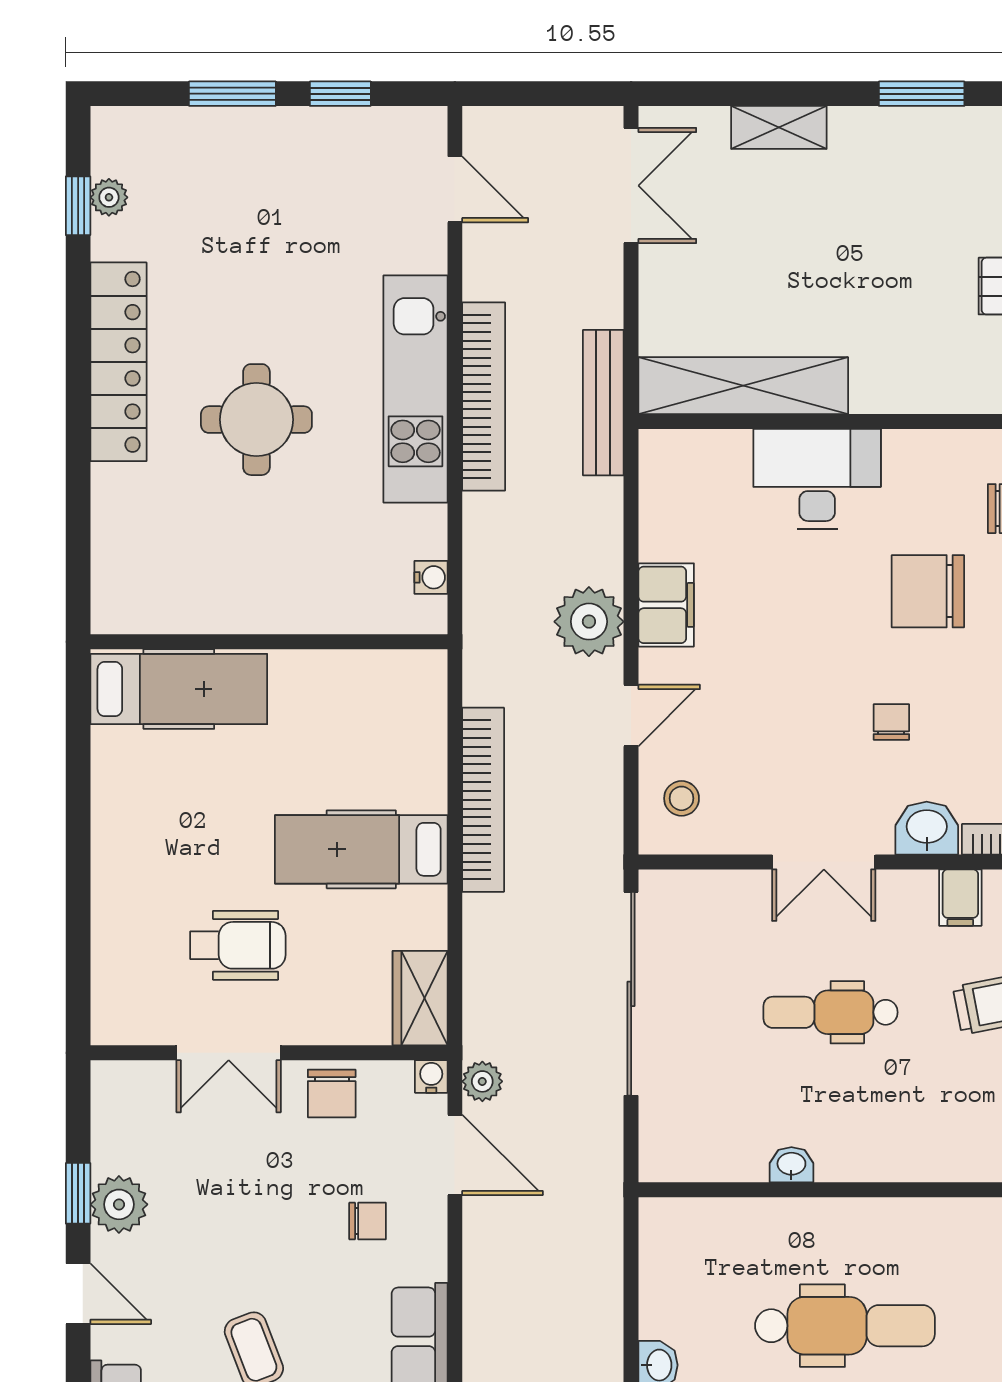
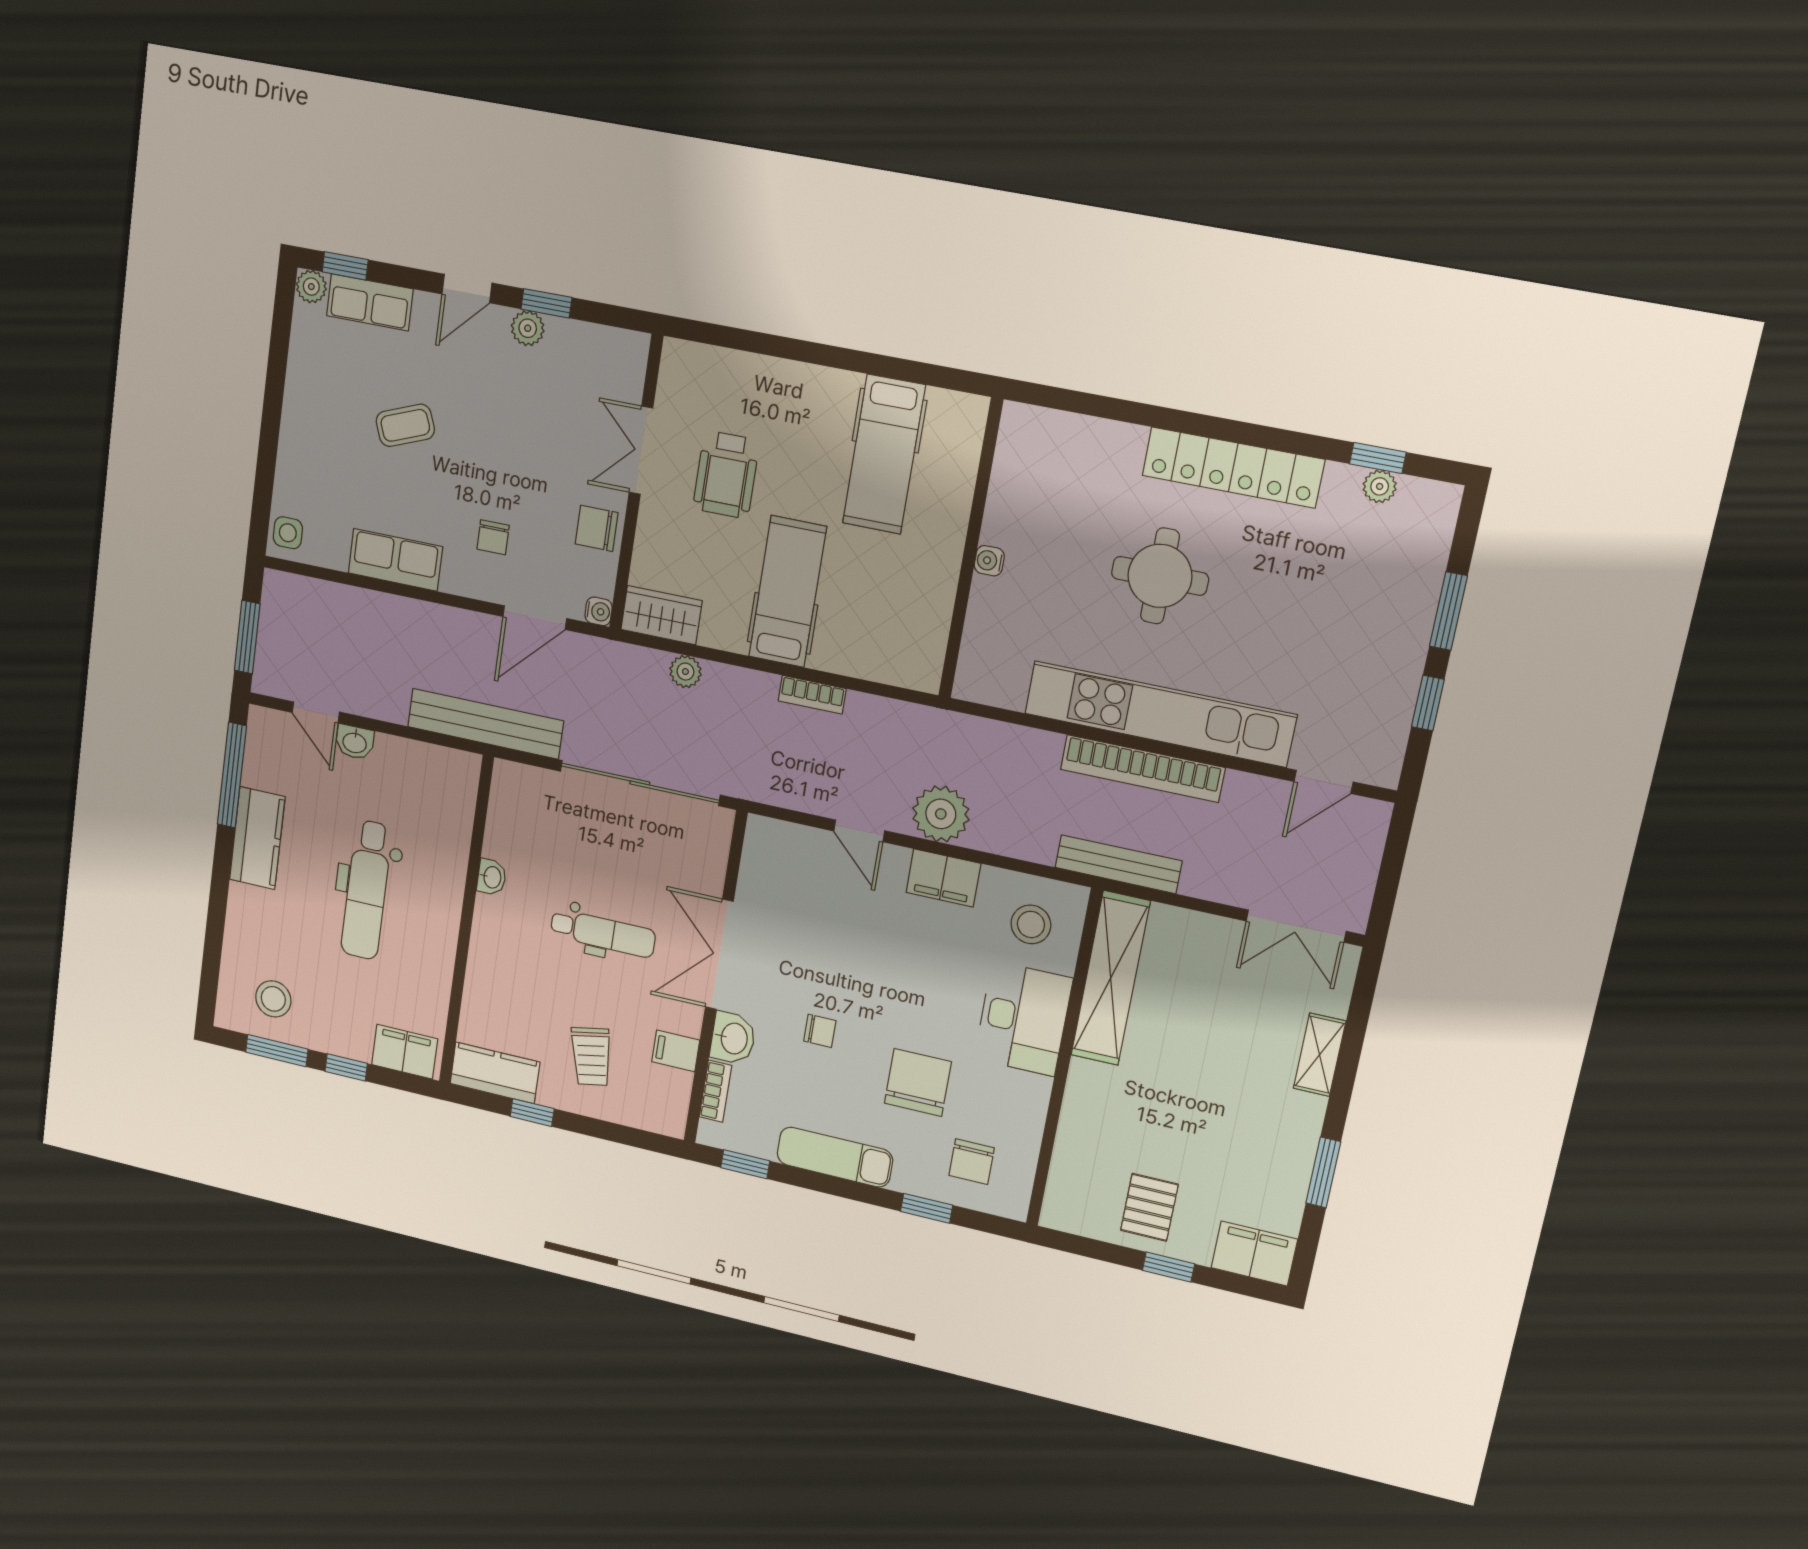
kitchen unit: (416, 389) -> (1160, 714), width x1.36
water cooler: (431, 577) -> (989, 561), moved, turned 90
hospital bed: (179, 689) -> (884, 454), moved
stool: (682, 798) -> (1031, 924), moved, width x1.37, depth x1.37
bookcase: (483, 800) -> (812, 695), width x0.43, depth x0.76
double door: (824, 862) -> (719, 954), width x1.37
dental chair: (831, 1012) -> (603, 933), turned 90
plant: (482, 1081) -> (685, 672), moved
bench: (599, 1199) -> (485, 724), added
plant: (119, 1204) -> (528, 328), width x0.73, depth x0.73

